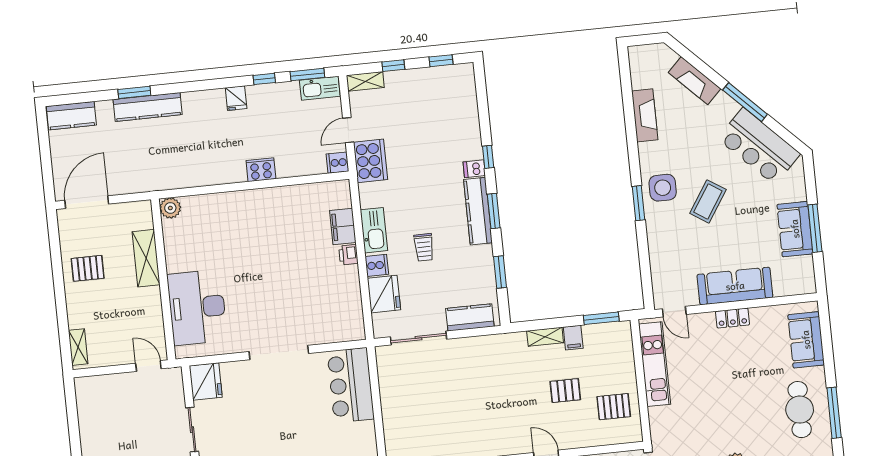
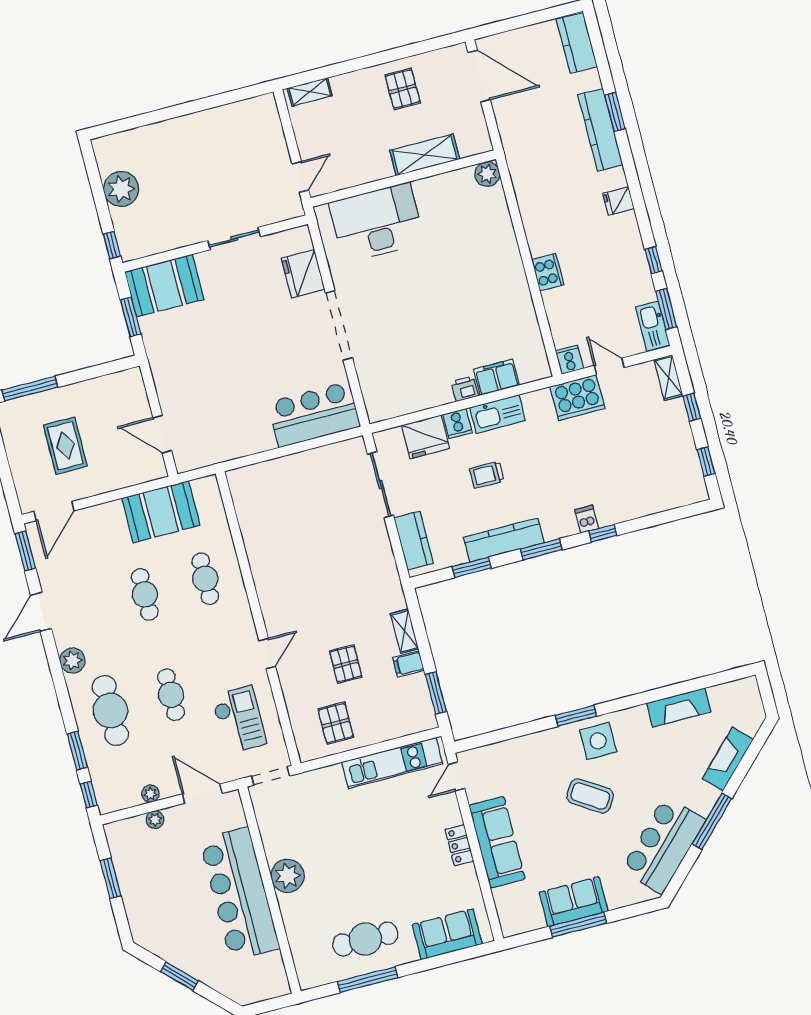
fridge: (236, 98) -> (618, 201), moved
kitchen counter: (478, 211) -> (504, 540), moved
fridge: (206, 381) -> (303, 274), moved, turned 90

